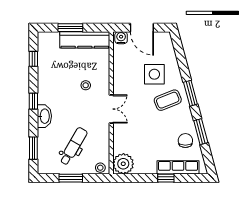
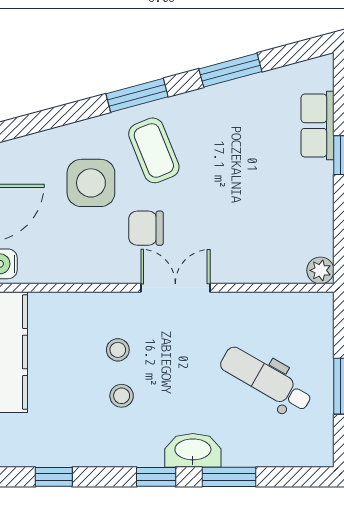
chair: (185, 141) -> (146, 228), moved
window: (33, 148) -> (229, 477), moved
plant: (123, 164) -> (320, 270), width x0.53, depth x0.53
row of seats: (178, 167) -> (318, 126), width x0.68
stool: (100, 168) -> (122, 396), moved

